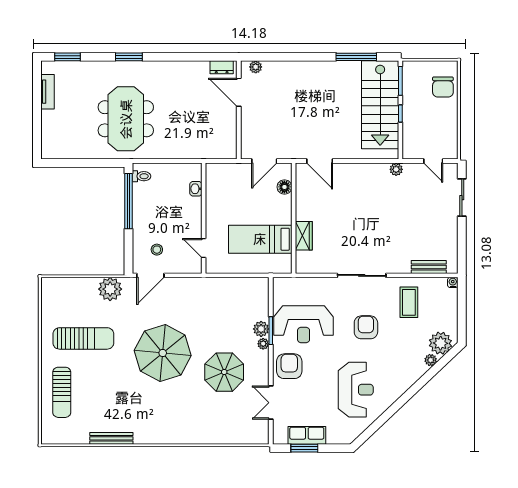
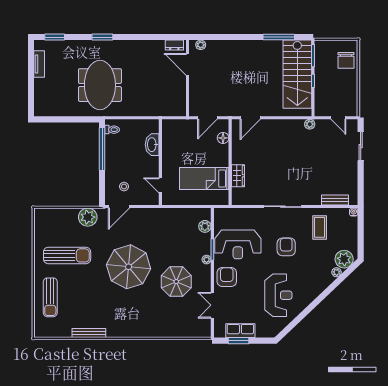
door: (320, 161) -> (250, 118), hinge flipped
washbasin: (196, 189) -> (152, 145), width x1.91, depth x1.45
plant: (261, 329) -> (205, 226), moved

